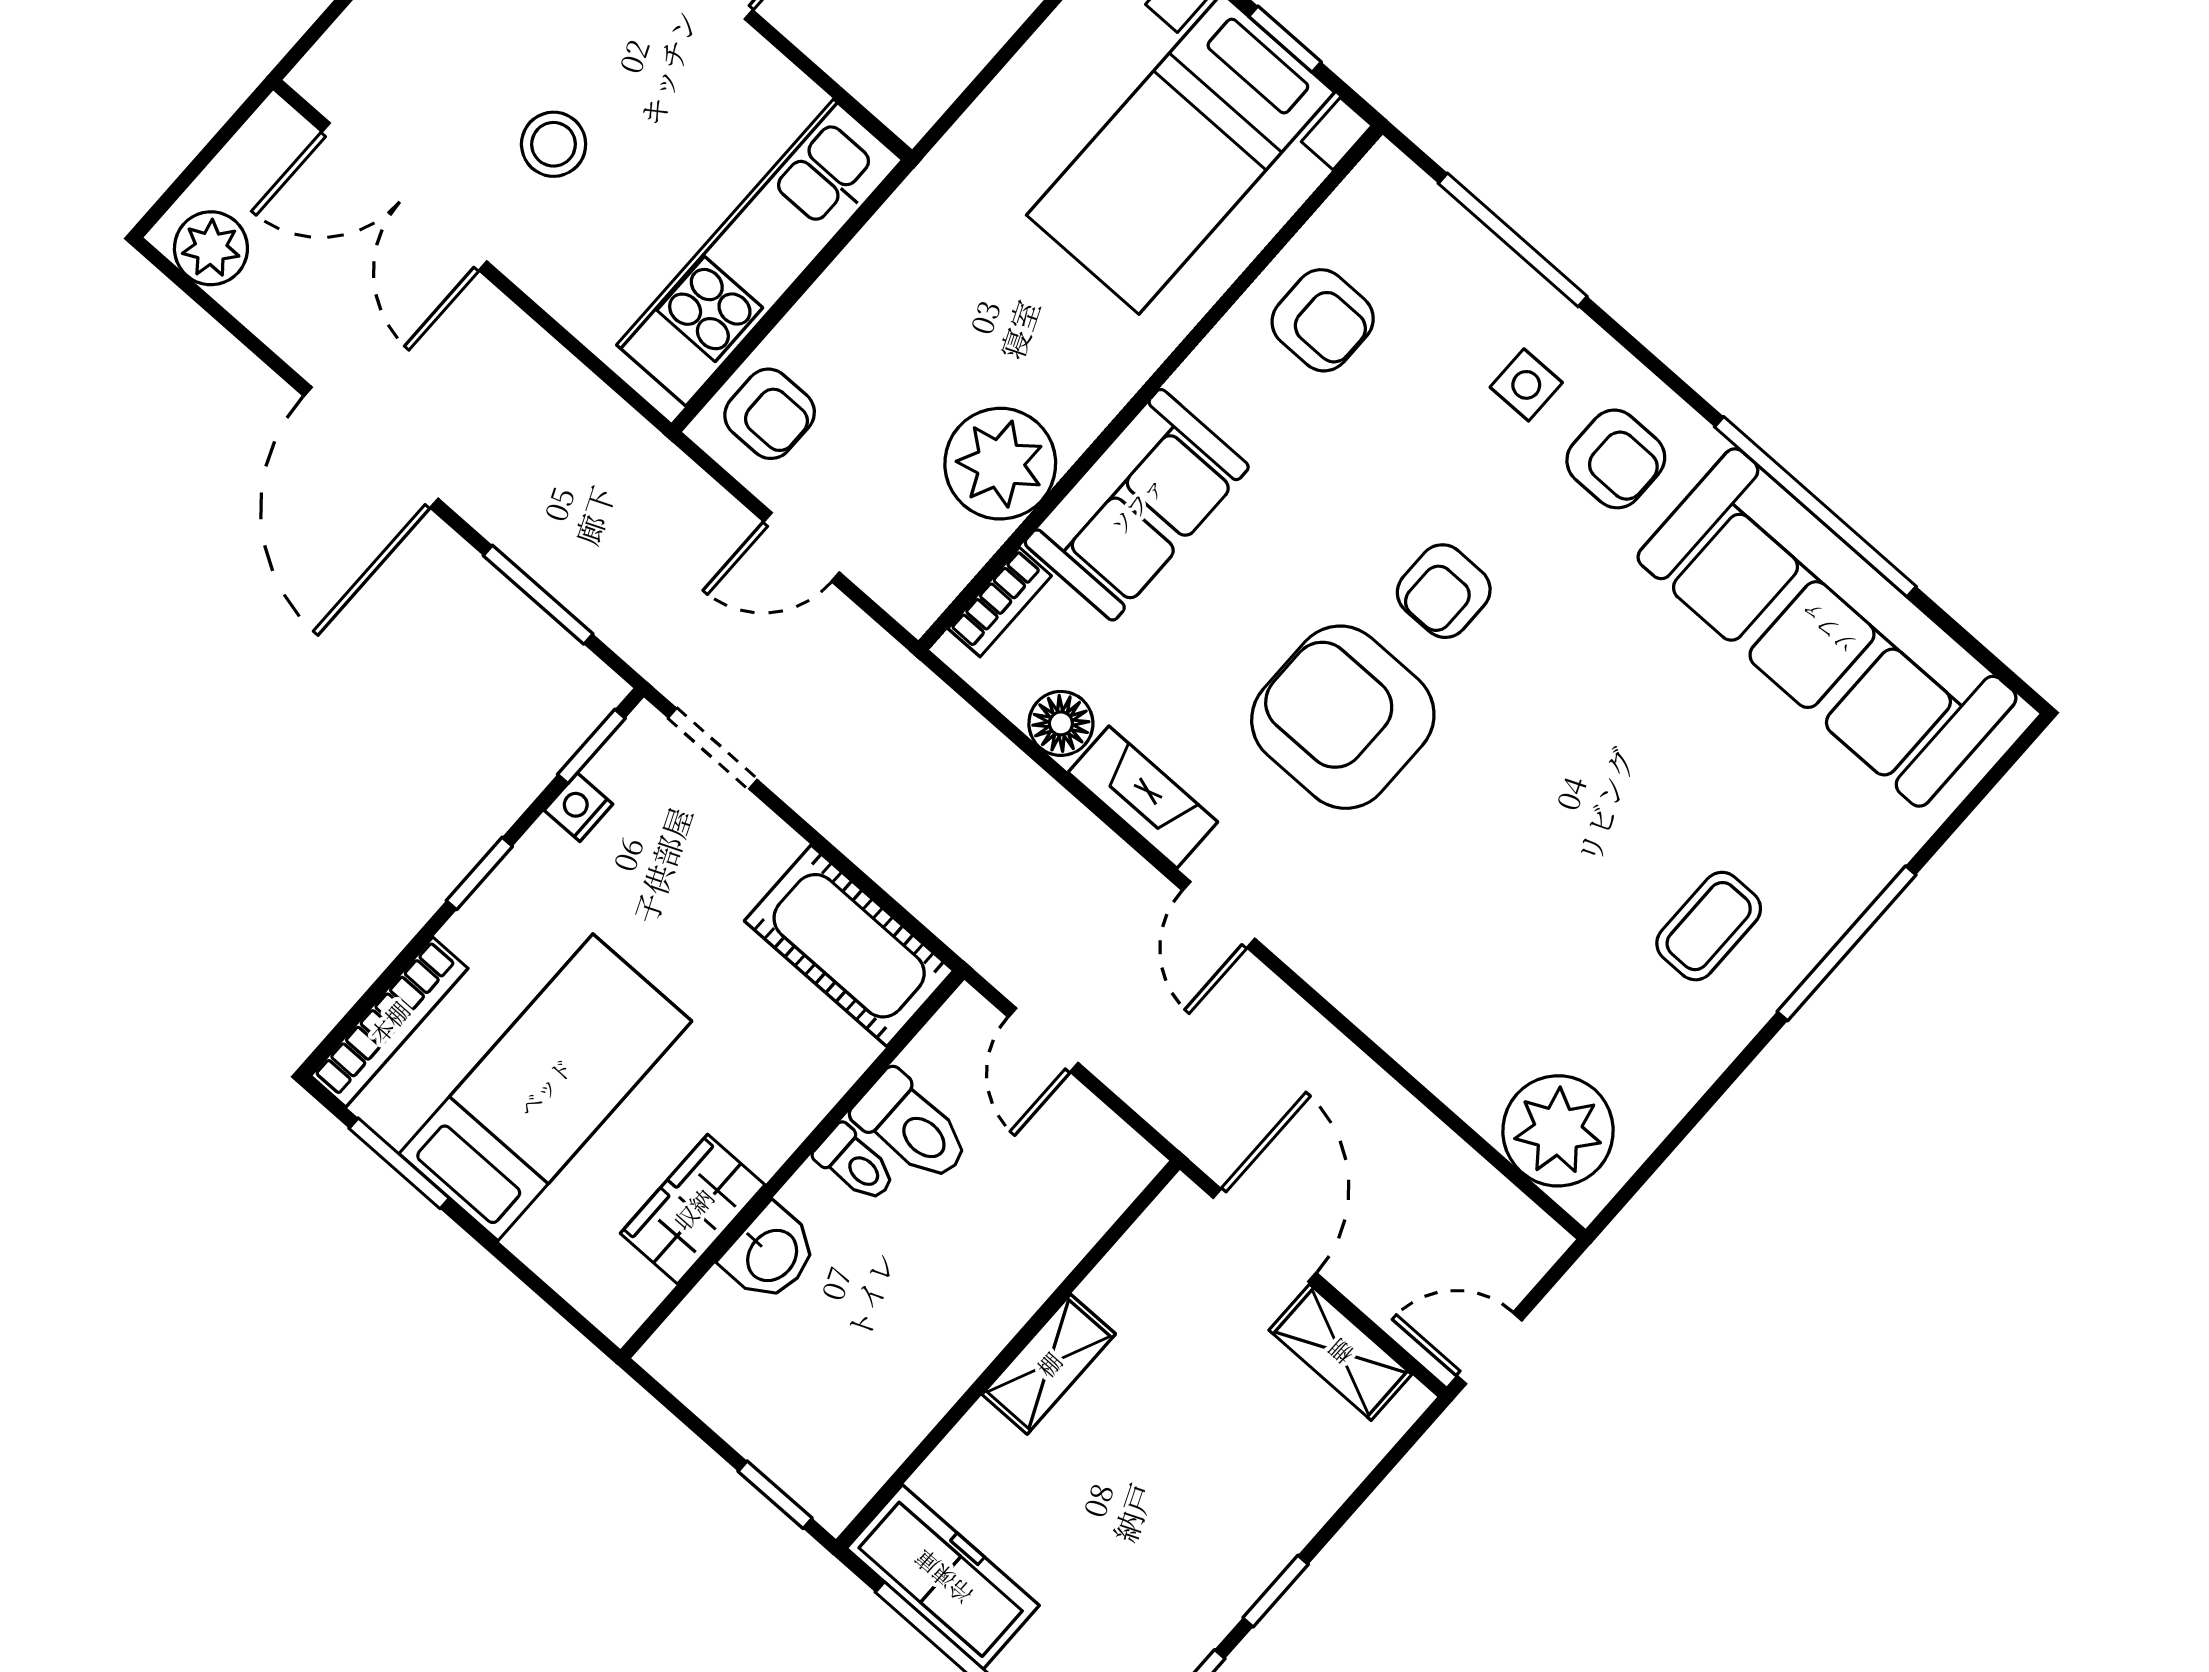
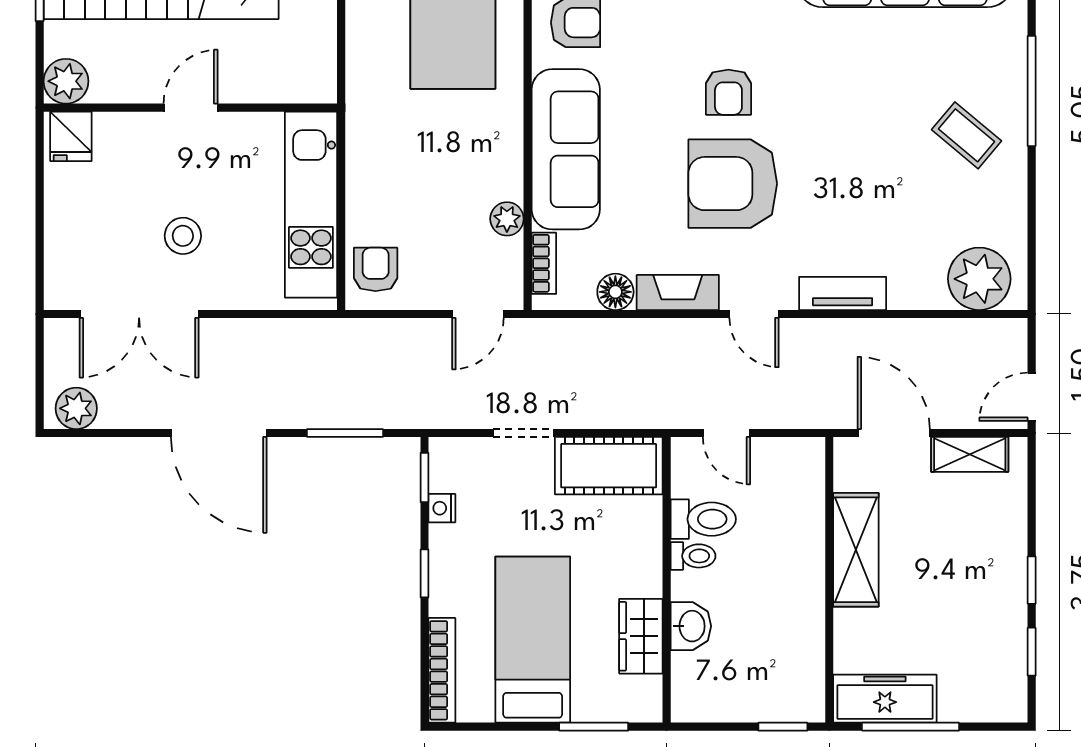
armchair: (770, 414) -> (376, 269), turned -90
plant: (1000, 464) -> (507, 219), width x0.53, depth x0.53
sofa: (1137, 505) -> (566, 149), width x1.36
door: (802, 547) -> (478, 314), moved
doorway: (713, 749) -> (524, 433), moved
coffee table: (1709, 926) -> (967, 135), turned -50
tv unit: (1360, 991) -> (843, 293), added
window: (399, 1163) -> (594, 727), moved
shelving: (1049, 1364) -> (856, 550), width x1.50, depth x1.33

